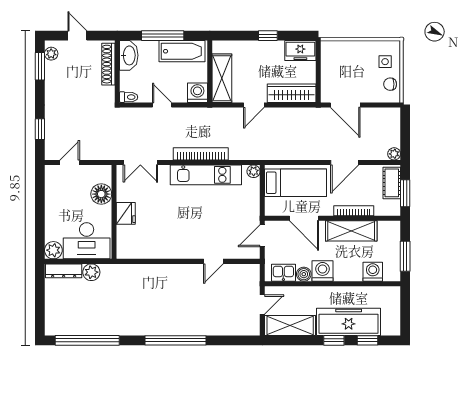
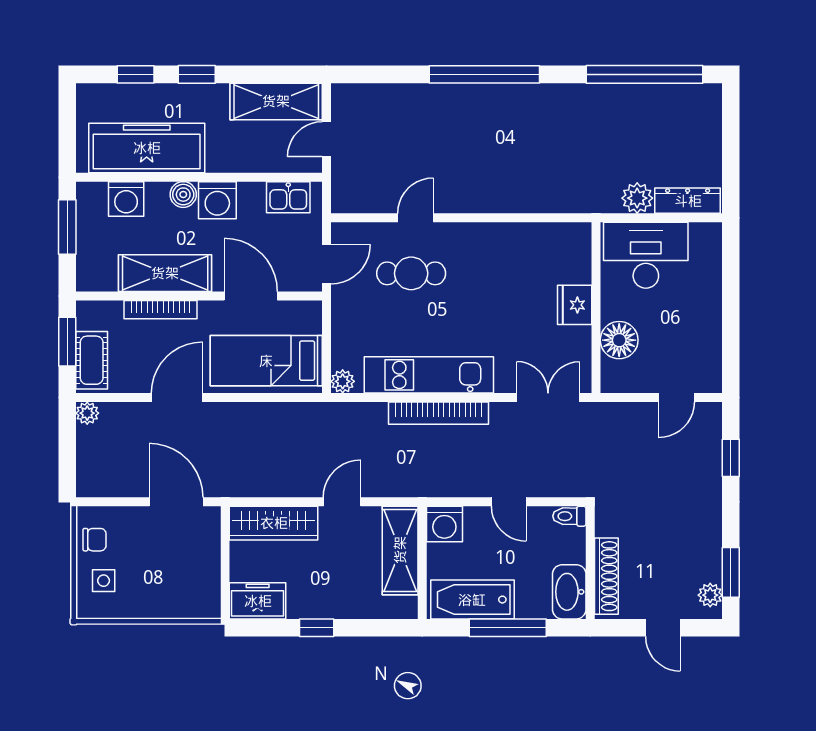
cafe table: (216, 231) -> (411, 273), added
plant: (53, 250) -> (706, 238), removed
boiler: (304, 274) -> (183, 195), moved
freezer: (349, 322) -> (147, 148), moved, turned 180

